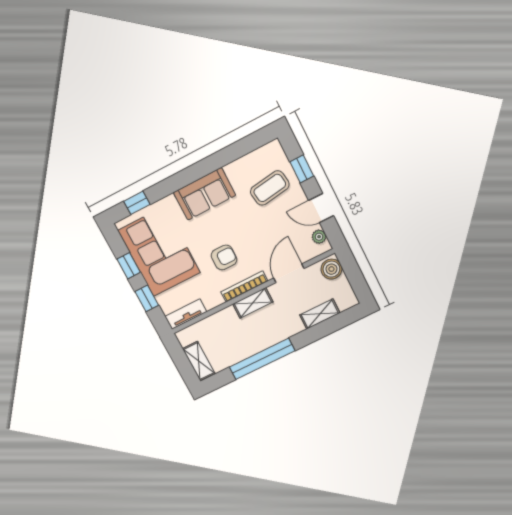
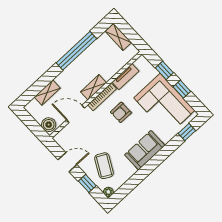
coffee table: (270, 188) -> (104, 166), turned -54
plant: (319, 237) -> (108, 192), moved
door: (289, 273) -> (76, 114), swing flipped
tv unit: (186, 314) -> (125, 77), moved

